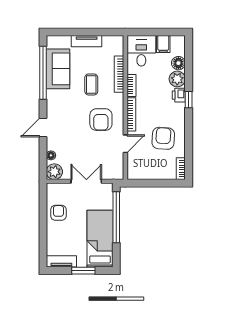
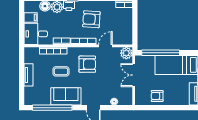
sofa: (58, 69) -> (66, 96), moved
armchair: (163, 138) -> (91, 19), moved
door: (125, 144) -> (105, 46), hinge flipped
plant: (54, 172) -> (126, 53), moved

